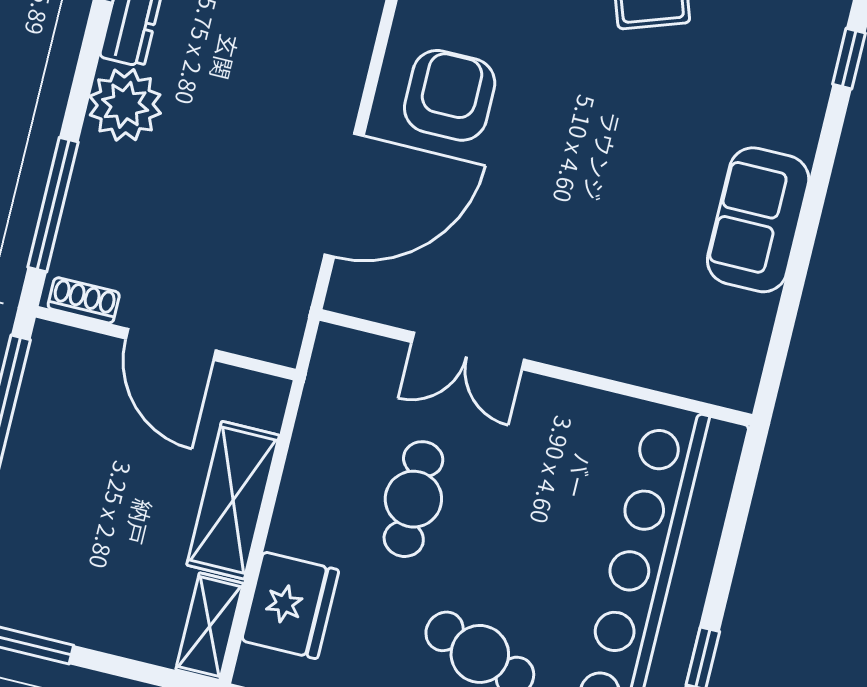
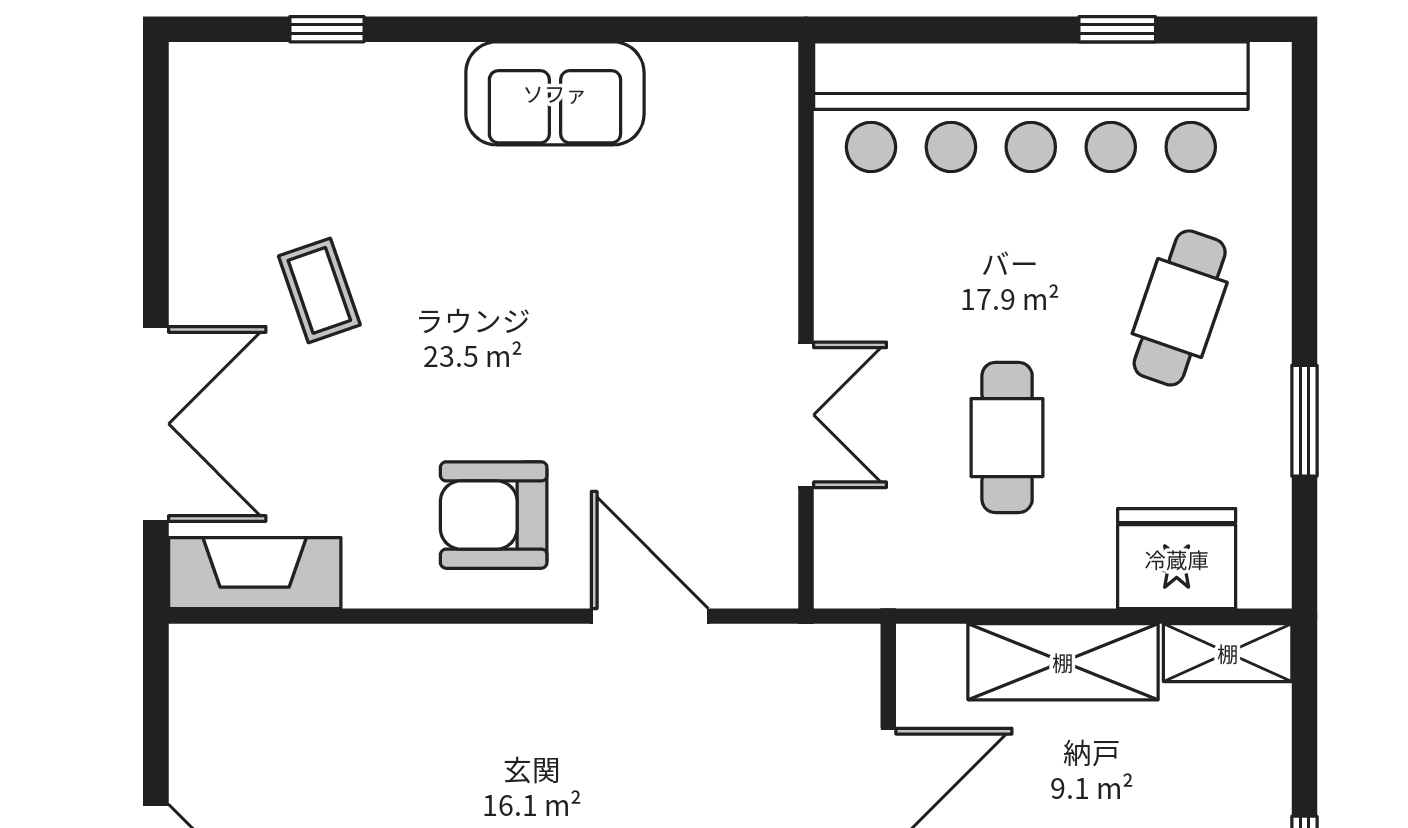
door: (344, 195) -> (650, 616), width x0.73
cafe table: (413, 499) -> (1007, 438), turned 90

